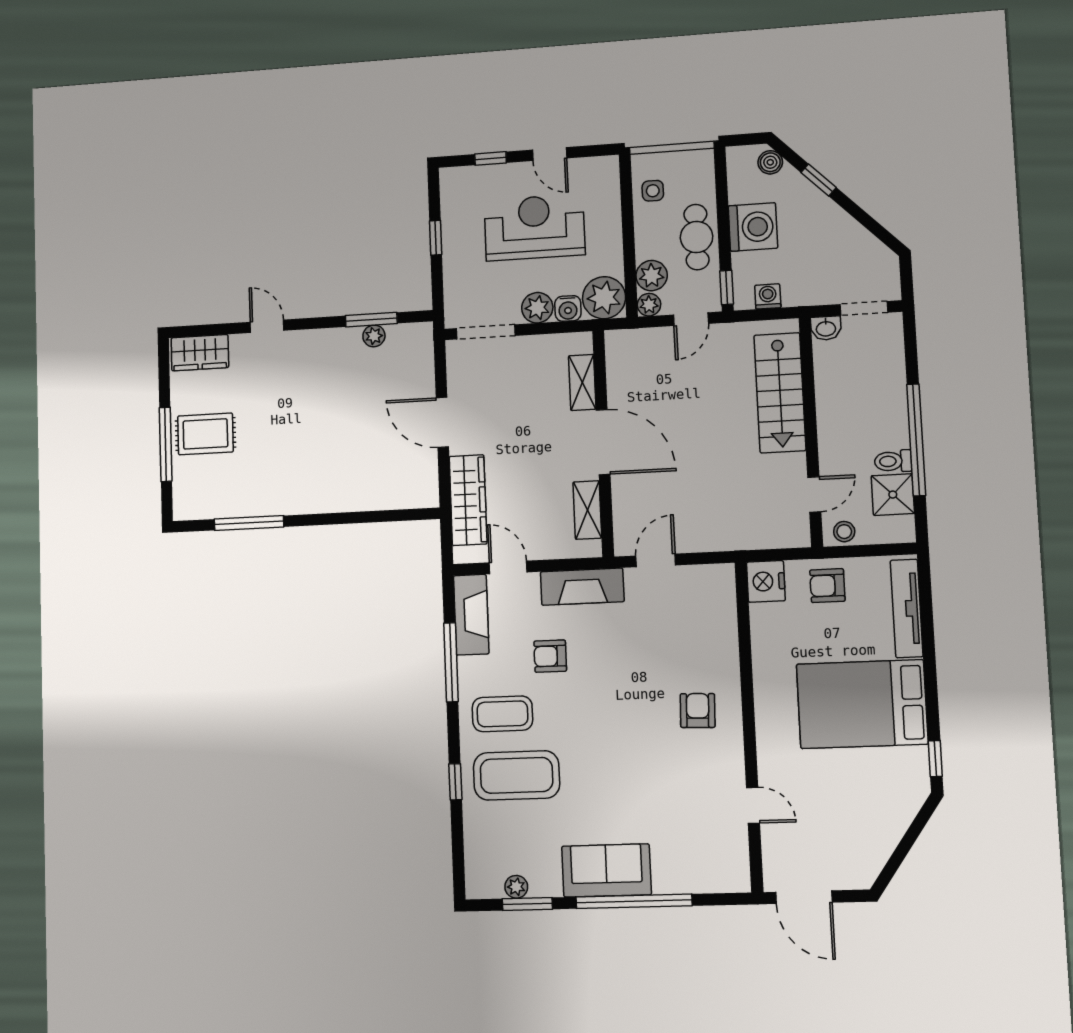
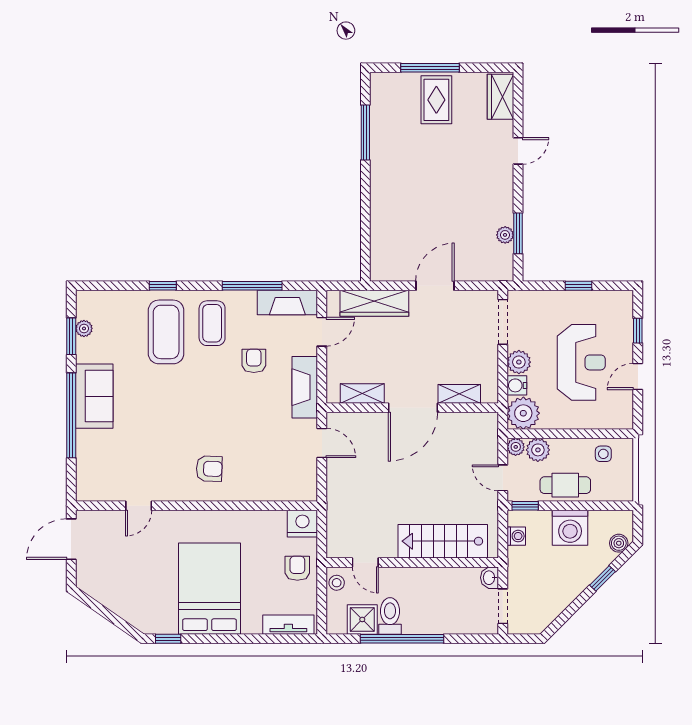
toilet: (893, 461) -> (390, 616), width x1.37, depth x1.39
tv unit: (907, 608) -> (288, 625), width x0.71

